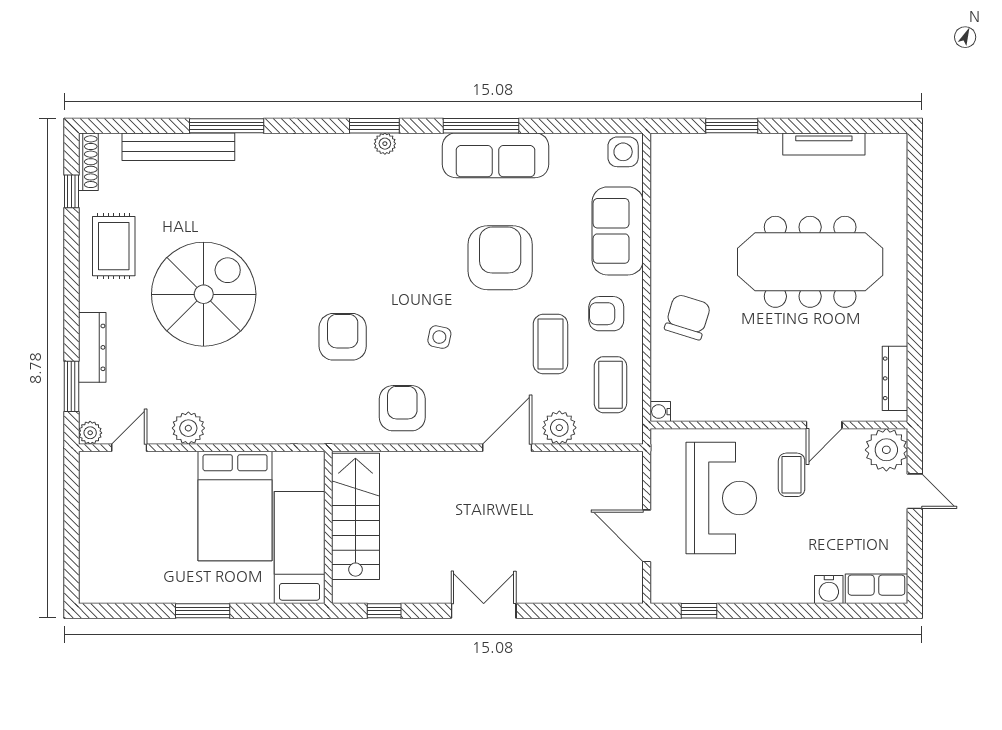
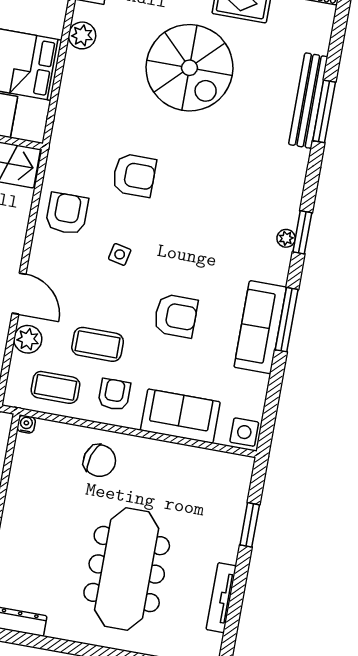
bench: (178, 147) -> (308, 101), moved
armchair: (500, 258) -> (176, 316), width x0.73, depth x0.73
armchair: (402, 408) -> (67, 214), turned -90

